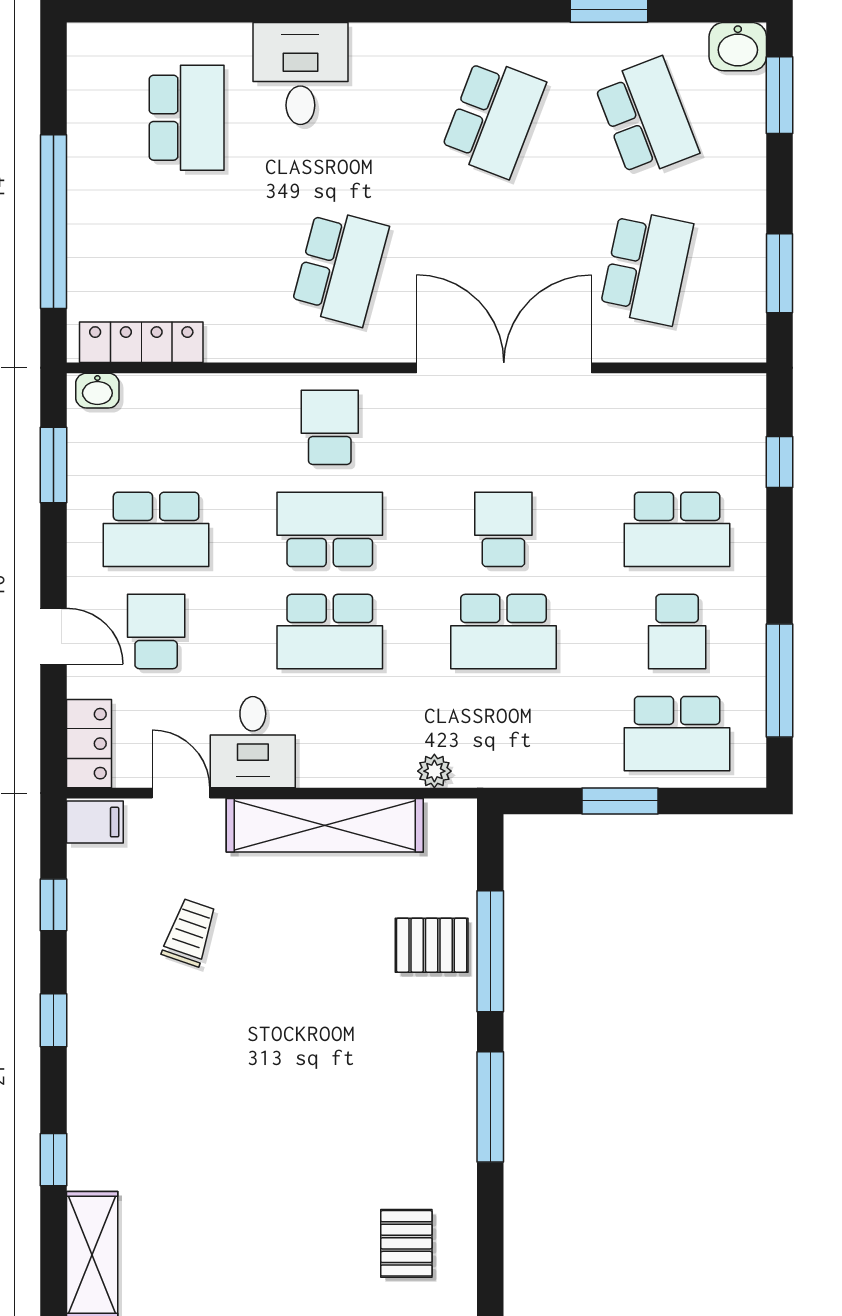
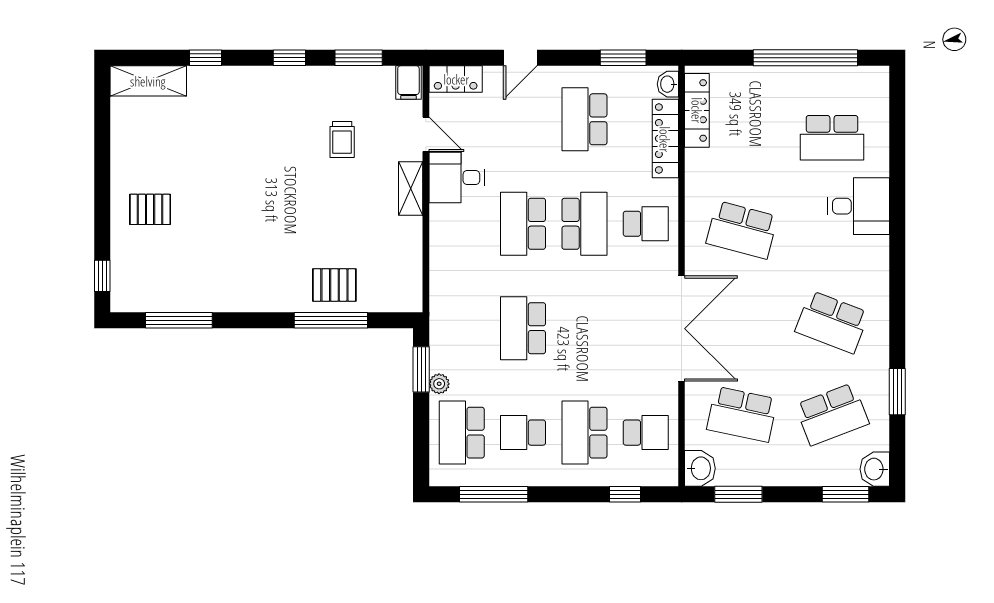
window: (54, 222) -> (805, 58), moved
washbasin: (736, 337) -> (700, 468), added
locker: (188, 395) -> (665, 139), added
school desk: (503, 529) -> (646, 433), moved
school desk: (156, 631) -> (523, 119), removed
plant: (434, 771) -> (439, 384), moved
door: (181, 793) -> (426, 134), hinge flipped
window: (620, 801) -> (421, 369), moved
shelving: (325, 825) -> (411, 188), width x0.45, depth x0.75
window: (54, 905) -> (359, 58), width x1.50
trolley: (190, 932) -> (342, 140), turned 71
pallet: (432, 945) -> (334, 285), turned 90
window: (490, 1107) -> (179, 320), moved
pallet: (406, 1243) -> (150, 209), moved

